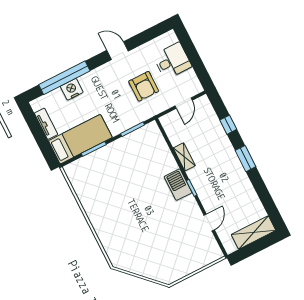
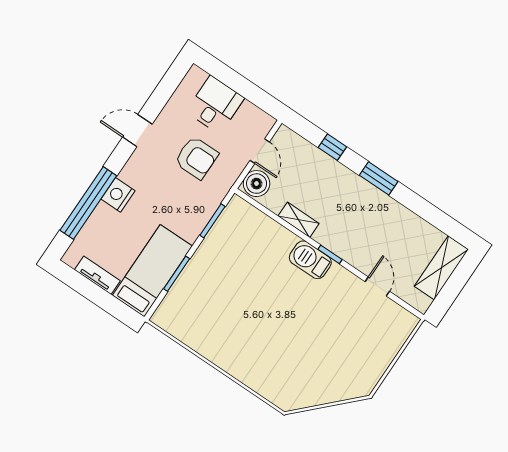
nightstand: (72, 89) -> (118, 195), moved
boiler: (171, 121) -> (257, 184), added

